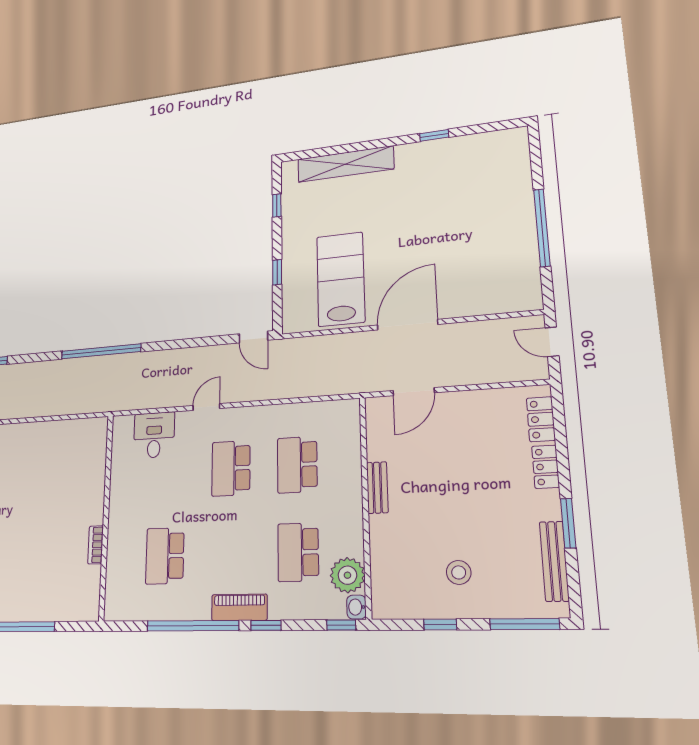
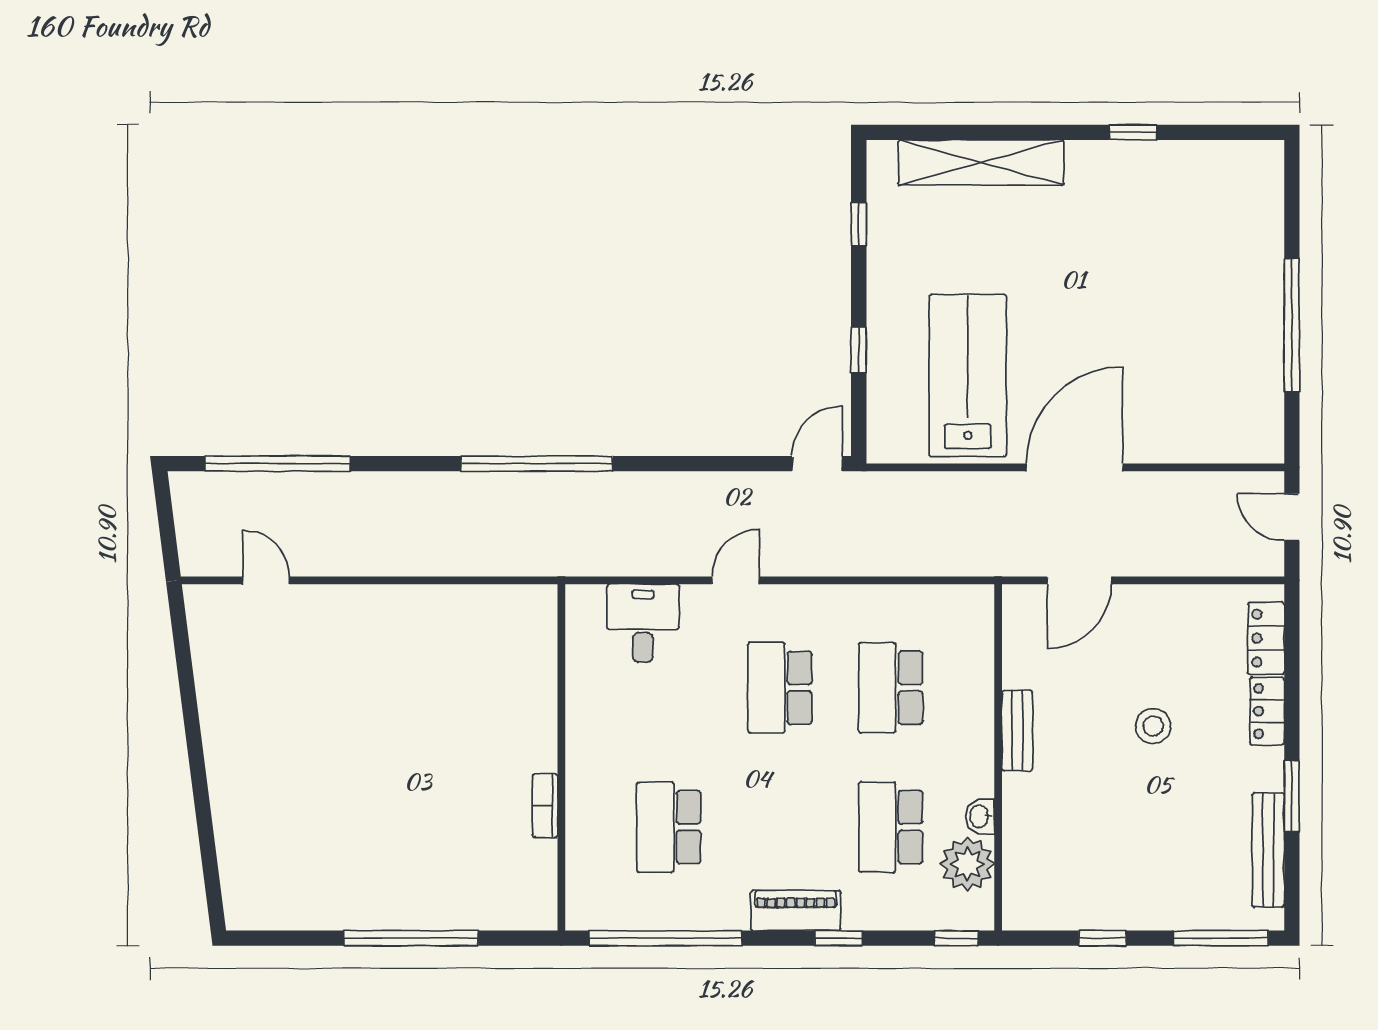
door: (253, 337) -> (817, 464), swing flipped
stool: (459, 572) -> (1153, 726), moved
washbasin: (357, 607) -> (980, 816), moved
window: (193, 626) -> (665, 938), moved

